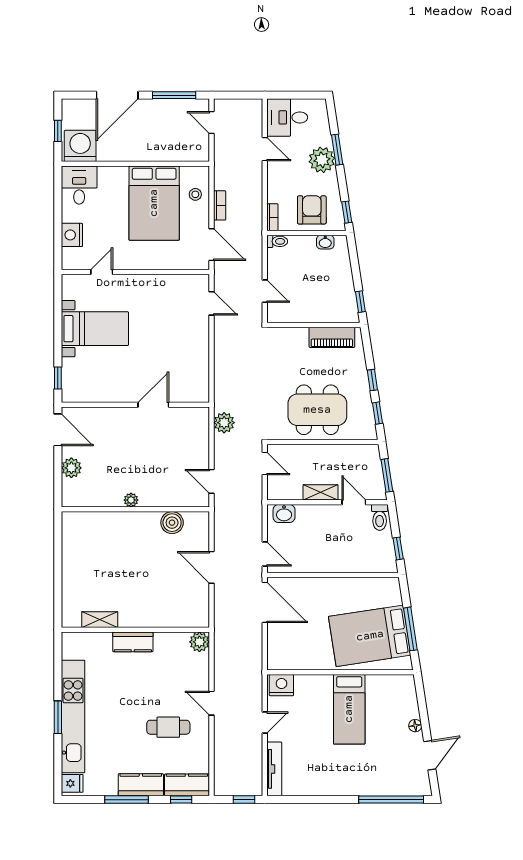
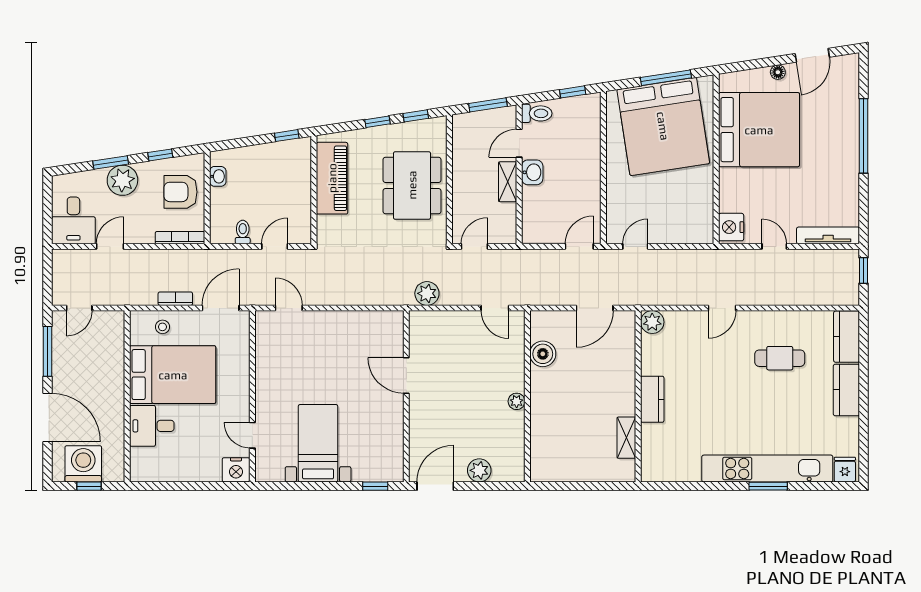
washing machine: (80, 146) -> (83, 464), moved, turned 90
desk: (79, 185) -> (152, 426), moved
window: (347, 212) -> (160, 155), moved
bookcase: (272, 217) -> (180, 238), width x1.56
nightstand: (72, 235) -> (236, 470), moved
toilet: (277, 241) -> (243, 232), moved
door: (212, 303) -> (289, 308), hinge flipped
piano: (332, 337) -> (332, 178), width x1.37, depth x1.33
door: (212, 481) -> (495, 308), hinge flipped
washbasin: (284, 514) -> (532, 172), moved
door: (265, 602) -> (635, 246), width x0.53
shelving: (100, 620) -> (626, 438), moved
wall: (135, 630) -> (638, 396), moved
bed: (370, 636) -> (663, 126), width x1.36
kitchen counter: (133, 642) -> (652, 399), moved
plant: (199, 642) -> (652, 322), moved
door: (212, 703) -> (722, 308), moved
bed: (349, 709) -> (759, 130), width x2.04
cafe table: (168, 727) -> (780, 358), turned 90
door: (430, 755) -> (812, 55), swing flipped
window: (127, 800) -> (864, 407), removed
window: (181, 800) -> (864, 343), removed
window: (391, 800) -> (864, 136), moved

